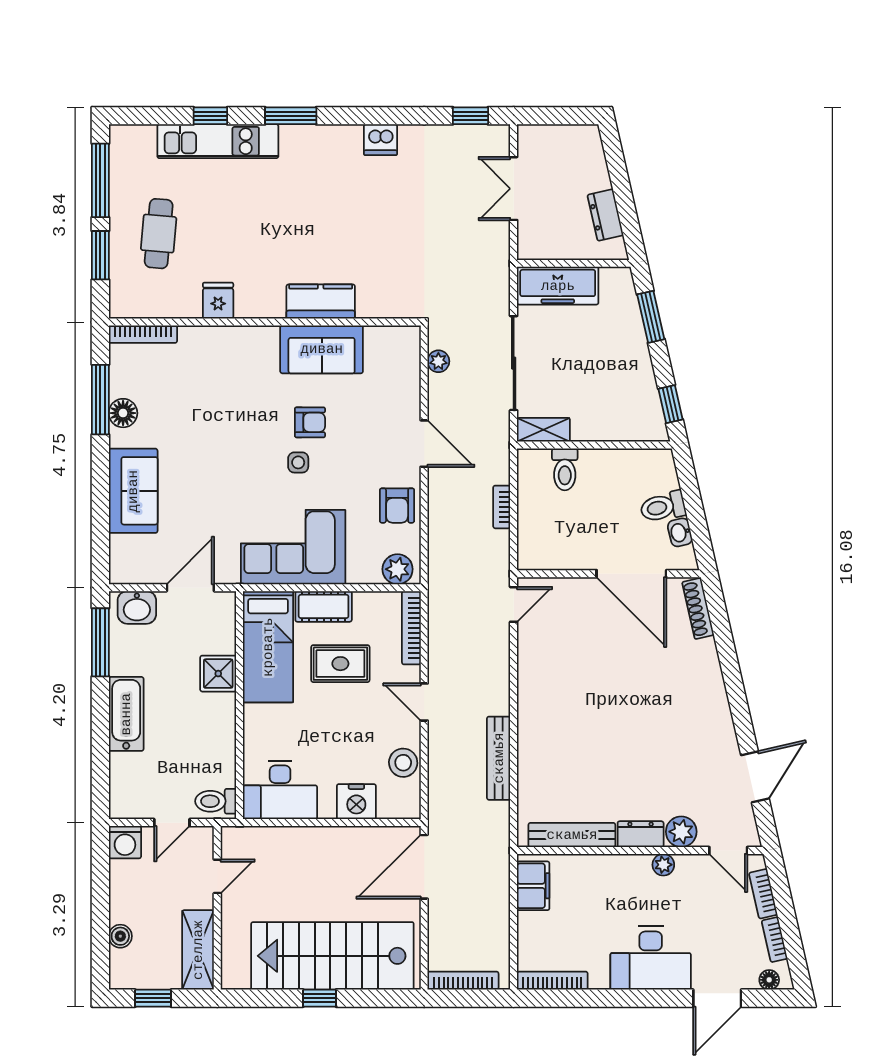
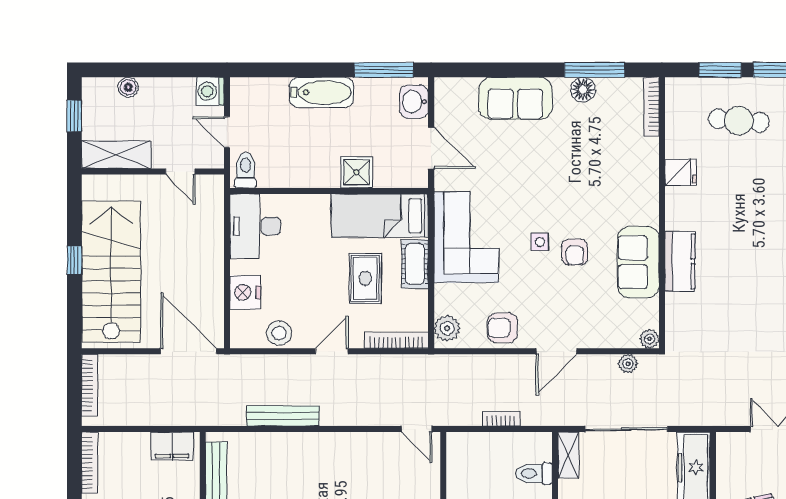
plant: (410, 336) -> (650, 339), added

